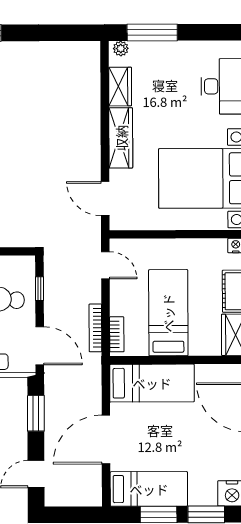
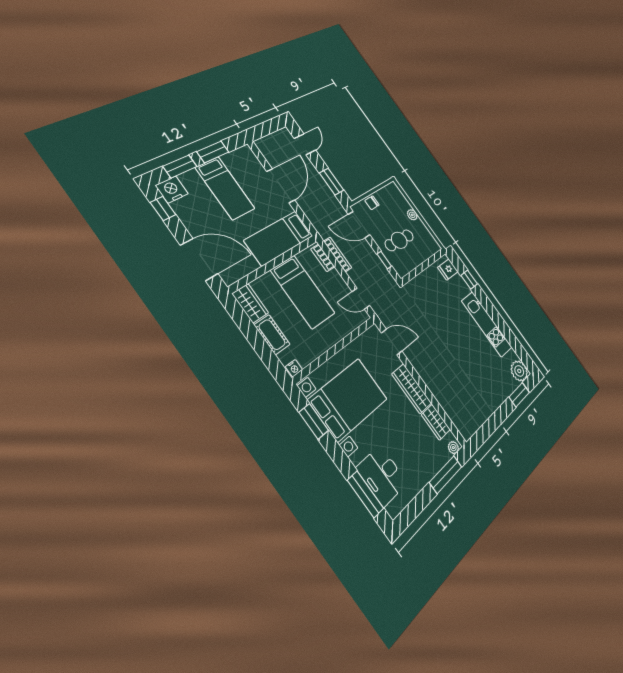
bed: (149, 489) -> (225, 188), moved, turned -90

